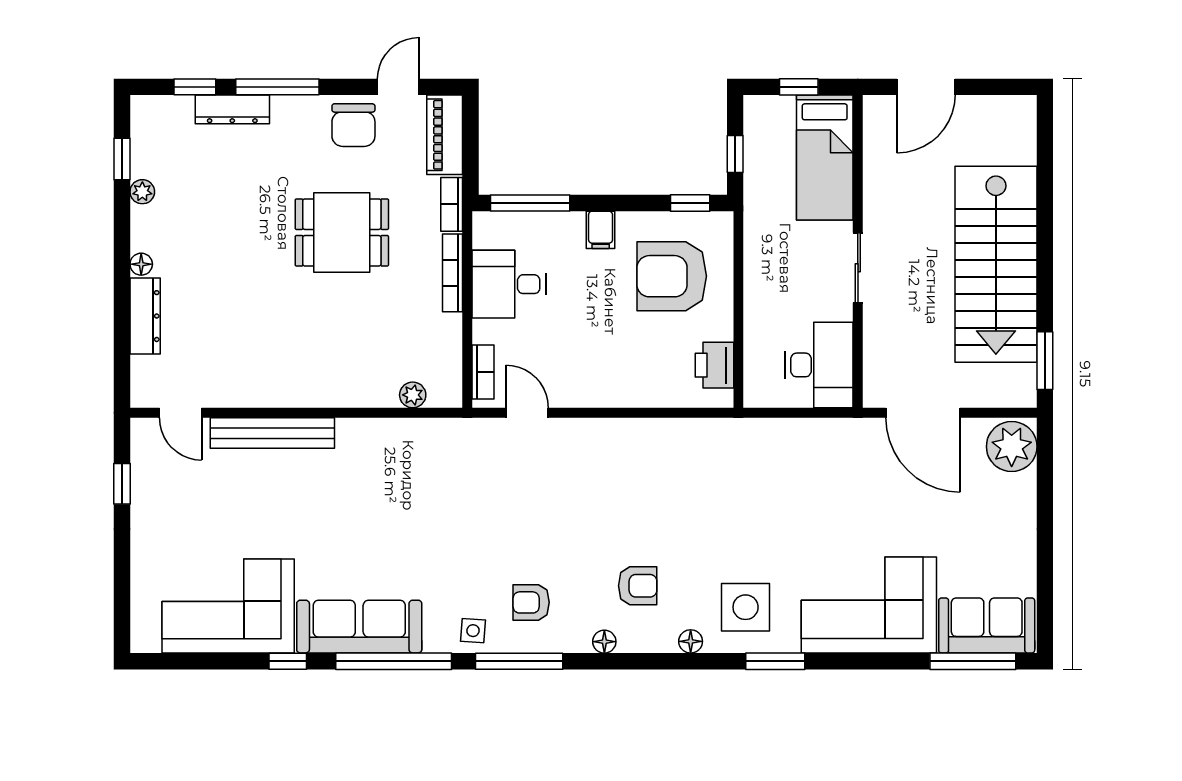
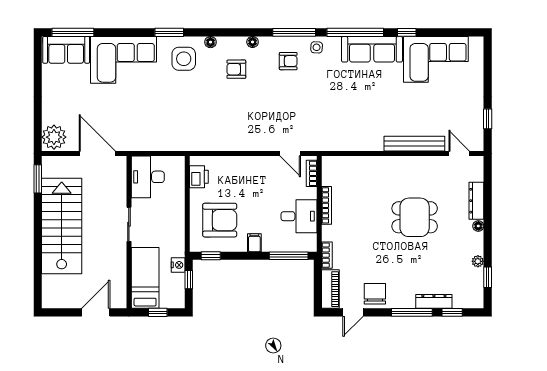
nightstand: (757, 184) -> (178, 265), added
dining table: (342, 232) -> (415, 217), moved
bookcase: (452, 273) -> (327, 205), moved
plant: (413, 395) -> (346, 162), removed

